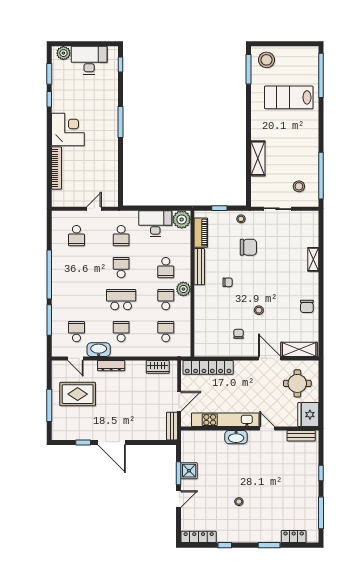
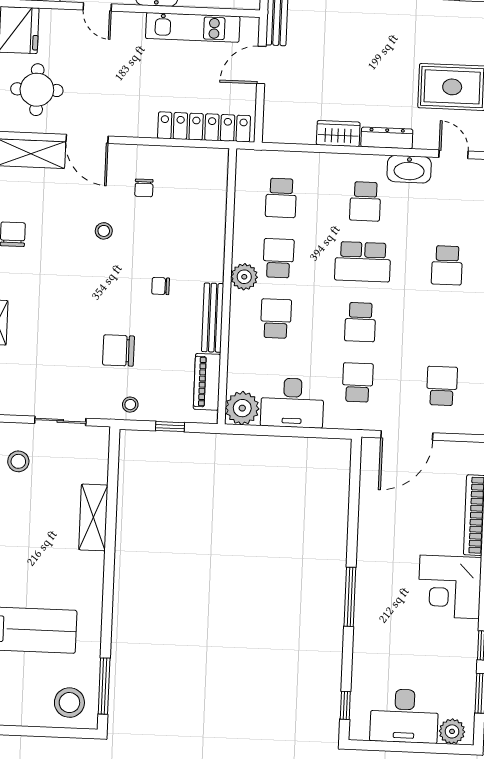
door: (94, 209) -> (407, 435), width x1.88
school desk: (166, 300) -> (278, 258), turned 180
school desk: (76, 332) -> (447, 265), moved
wardrobe: (158, 367) -> (338, 134), moved
kitchen unit: (225, 420) -> (193, 27), width x0.73

